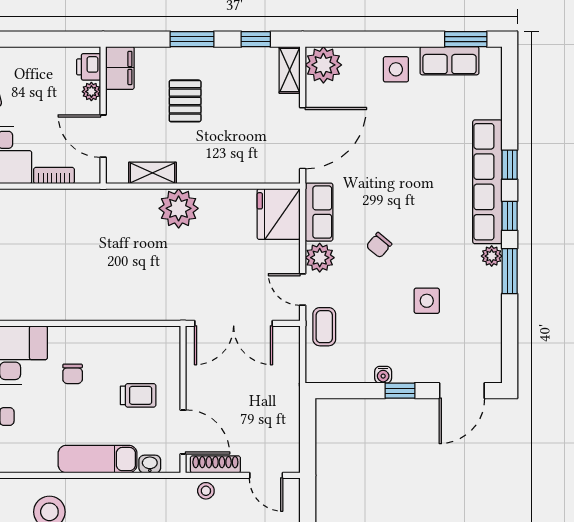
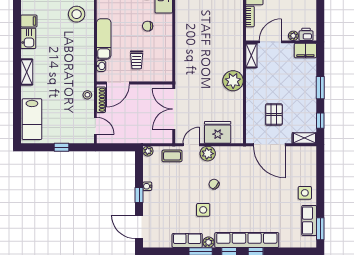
plant: (323, 65) -> (148, 151), moved, width x0.53, depth x0.53
pallet: (185, 101) -> (274, 114), moved, turned 90
shelving: (153, 173) -> (251, 56), moved
row of seats: (319, 212) -> (187, 240), moved, turned 180
fridge: (279, 214) -> (218, 132), moved
side table: (427, 301) -> (203, 210), moved
door: (266, 475) -> (95, 126), swing flipped

